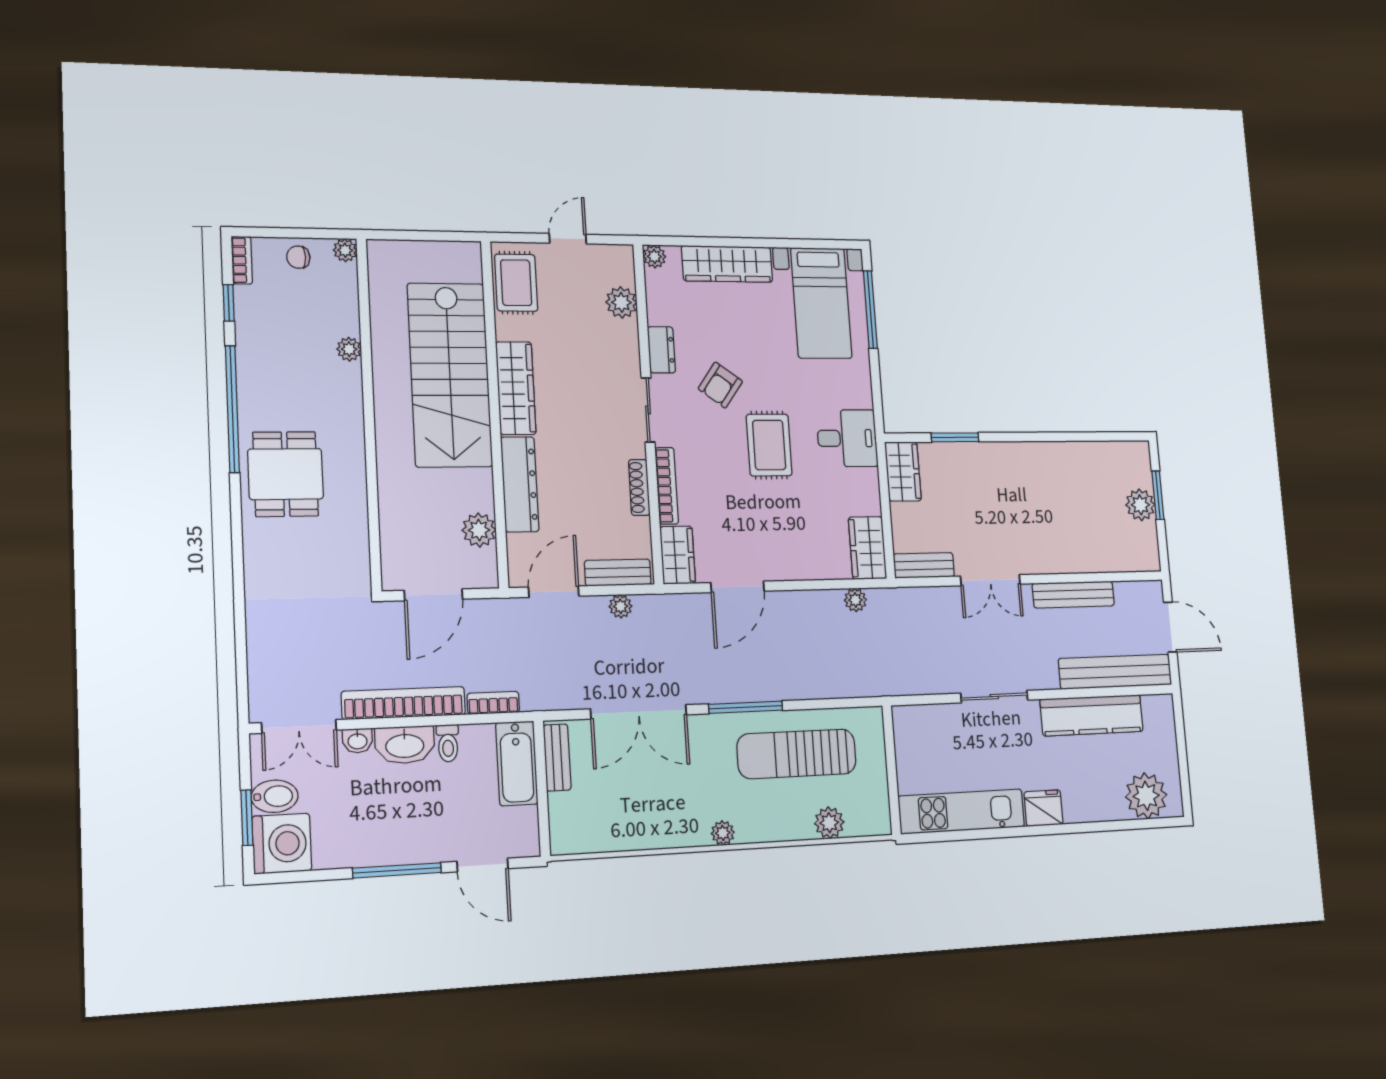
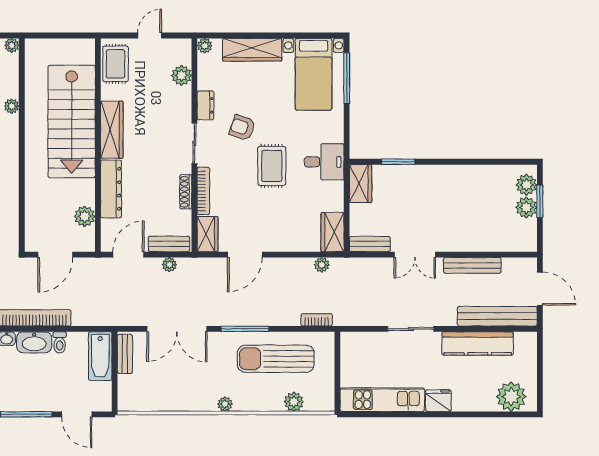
armchair: (720, 385) -> (242, 128), turned 73
plant: (1137, 471) -> (526, 185), added
bookcase: (493, 703) -> (317, 320), moved

